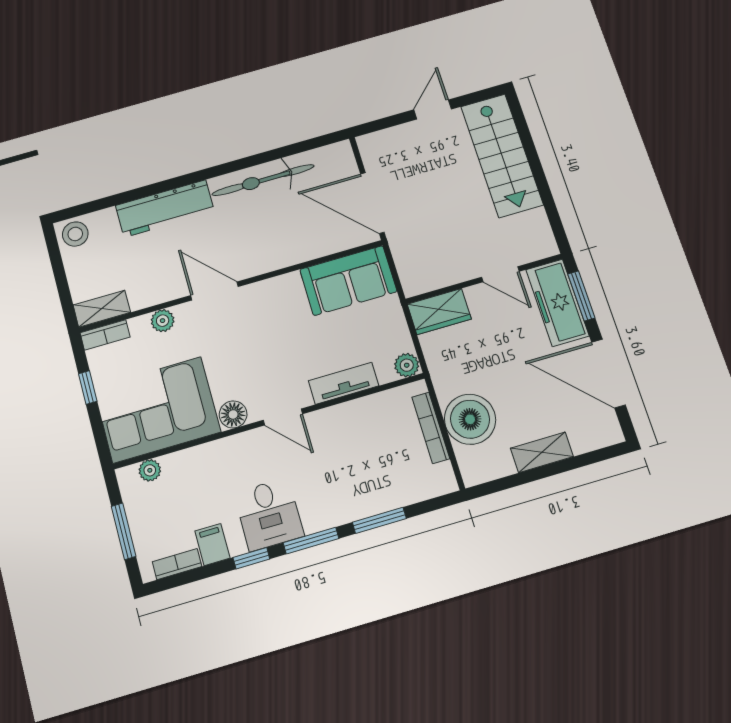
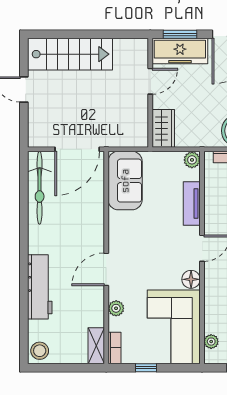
bicycle: (263, 180) -> (40, 188), moved

